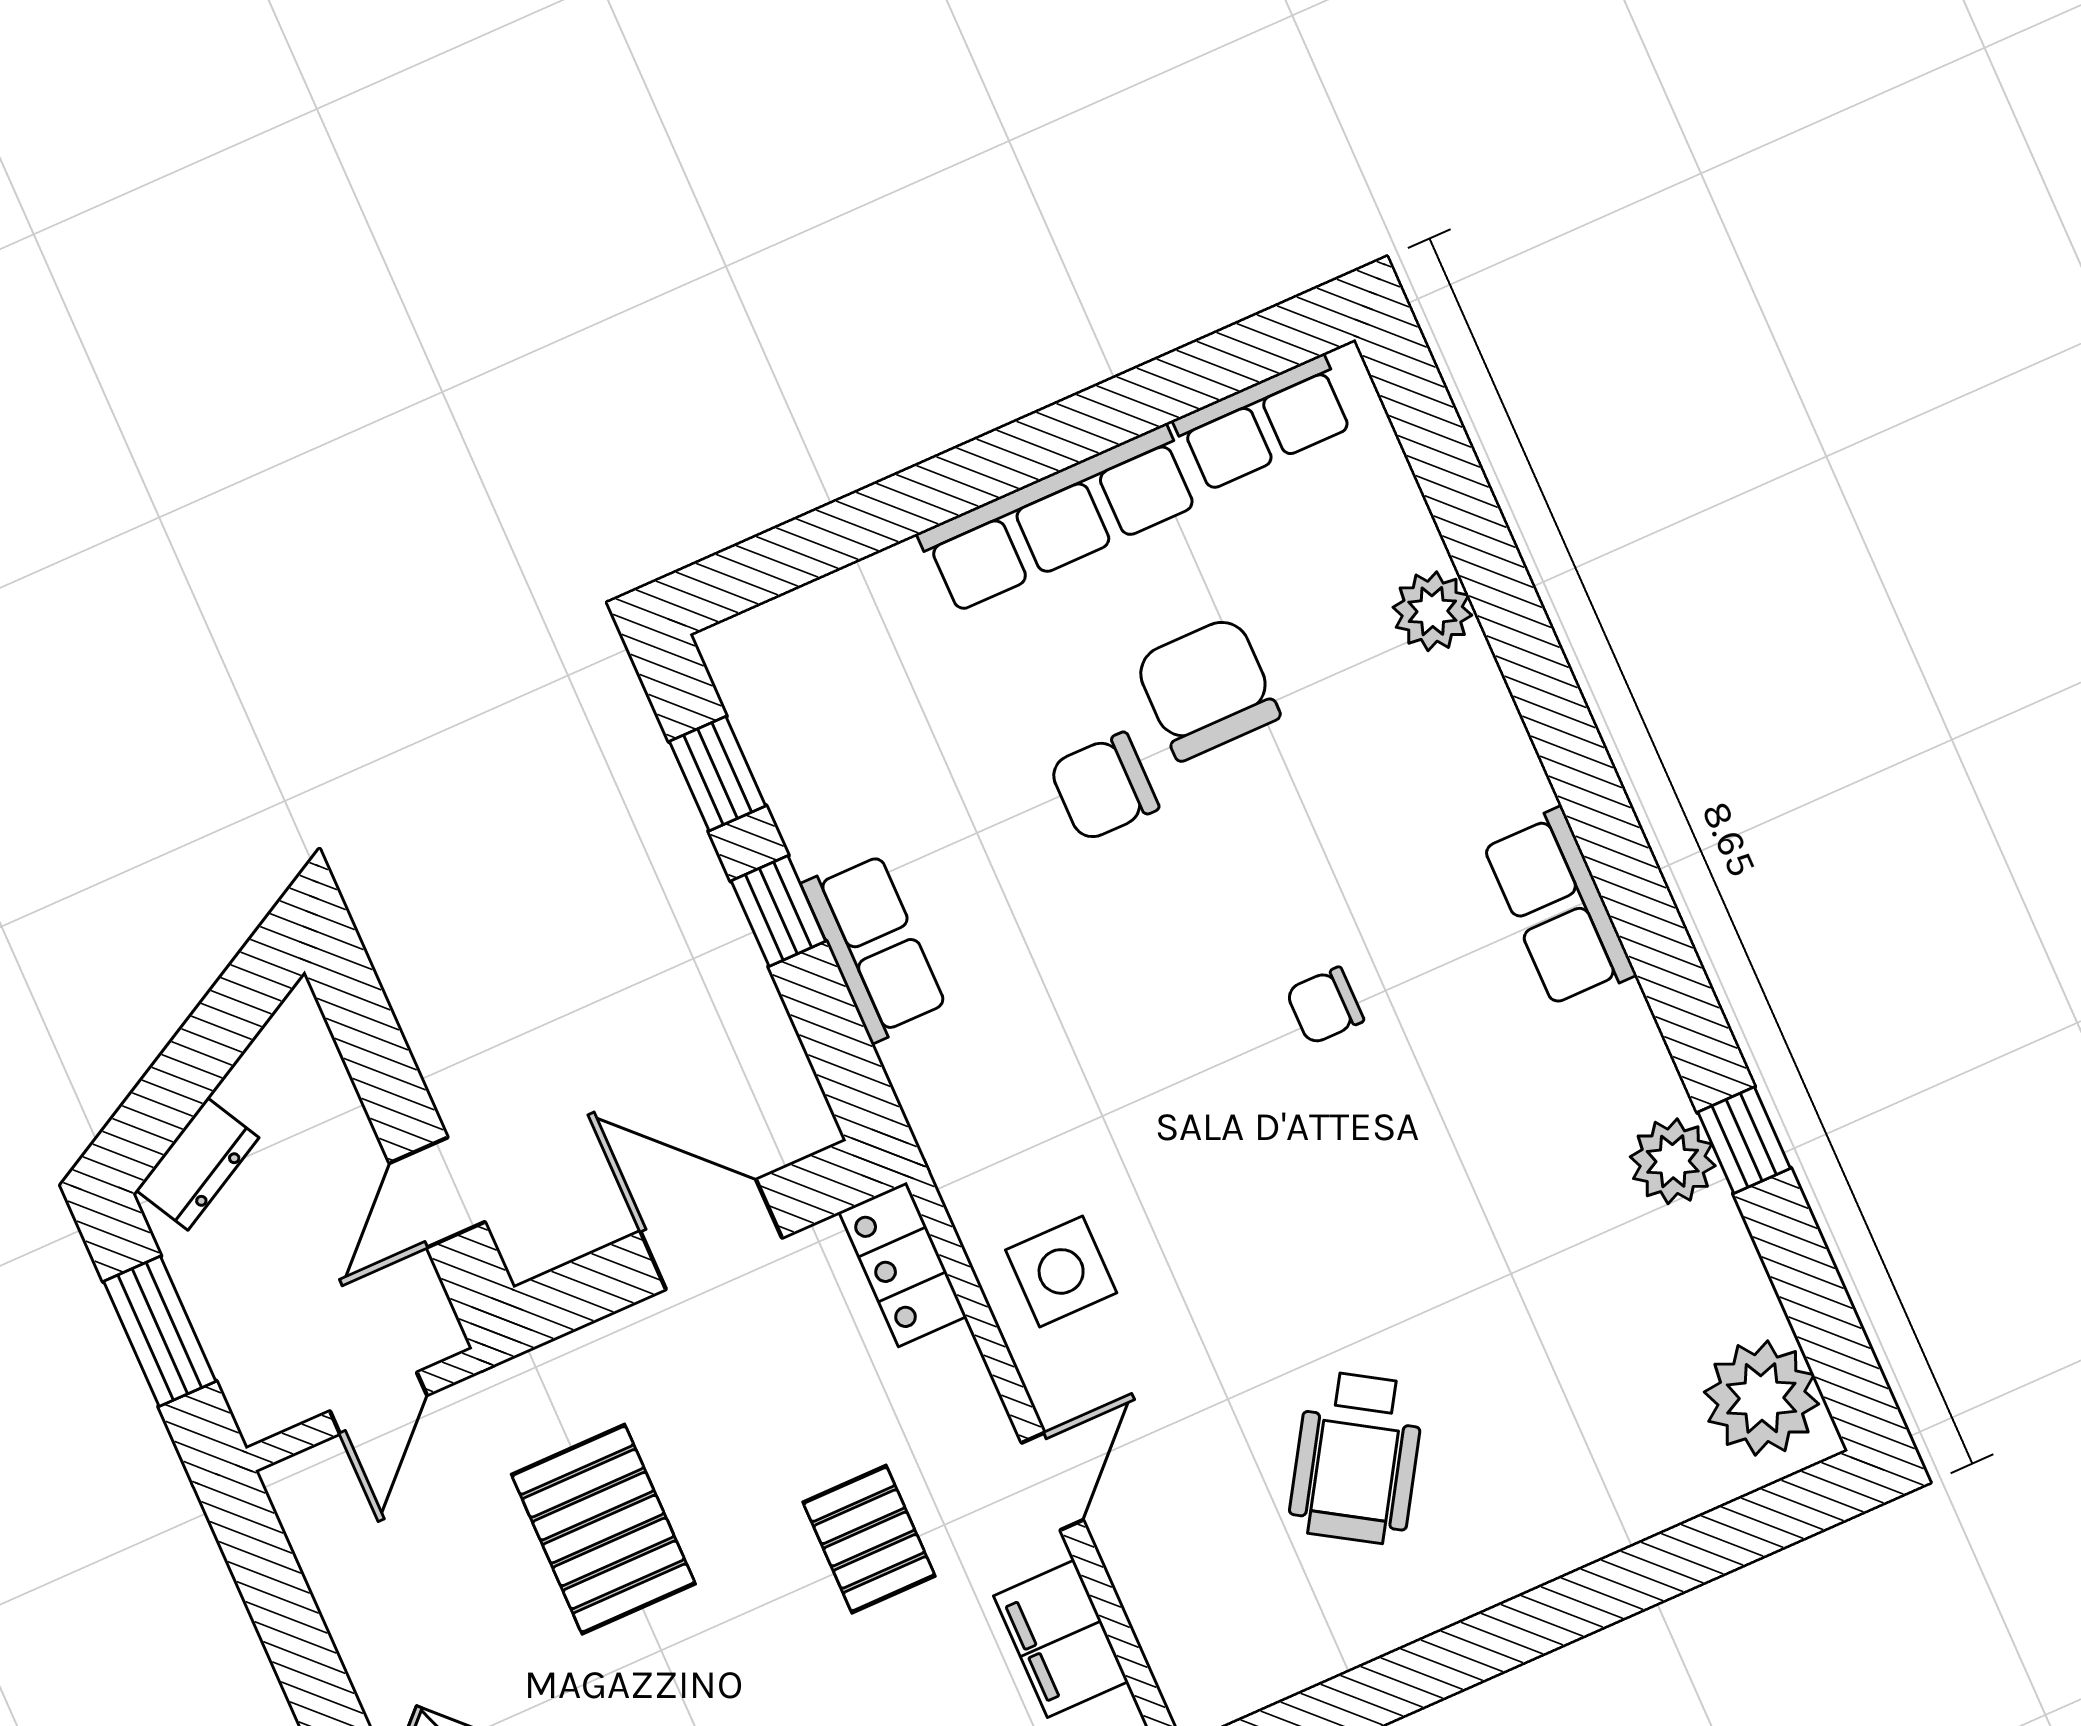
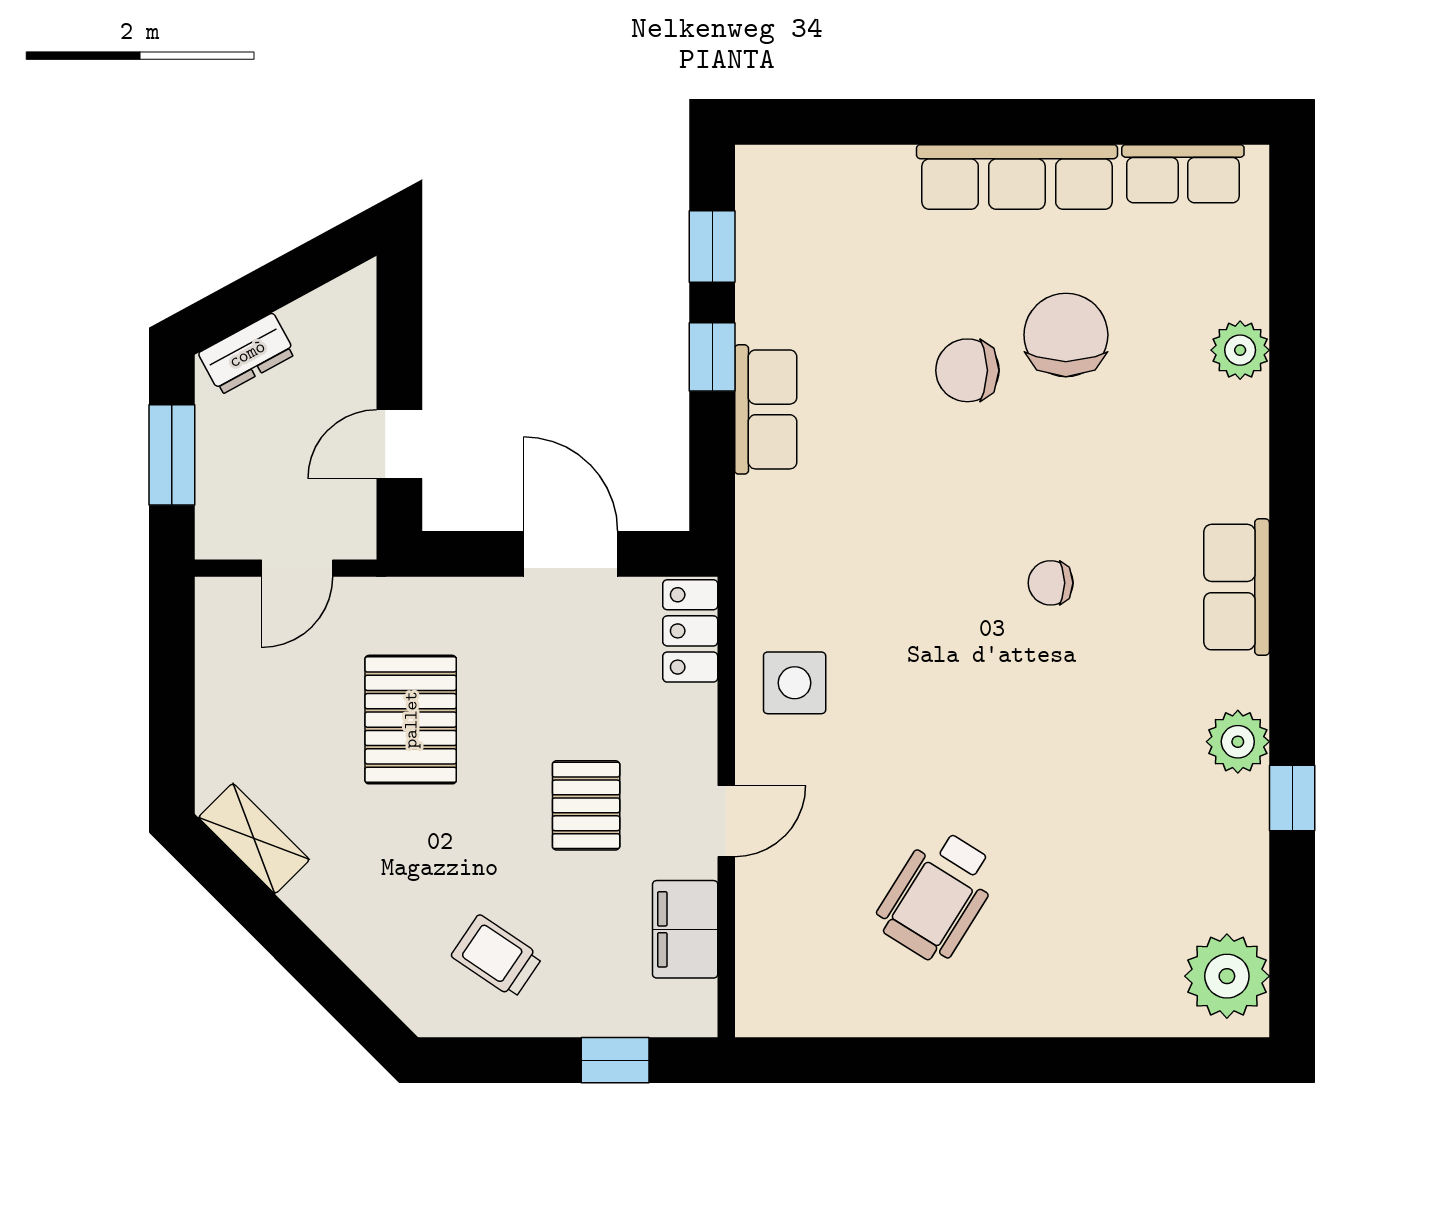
plant: (1673, 1161) -> (1238, 742), moved

